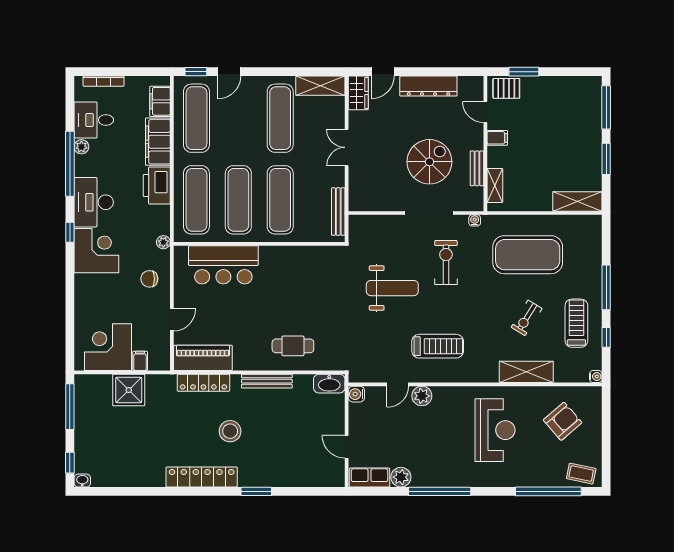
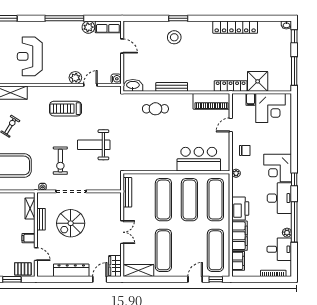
locker: (203, 383) -> (231, 86), moved
stool: (230, 431) -> (174, 37), moved
locker: (202, 477) -> (235, 27), moved

